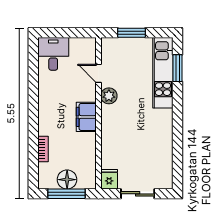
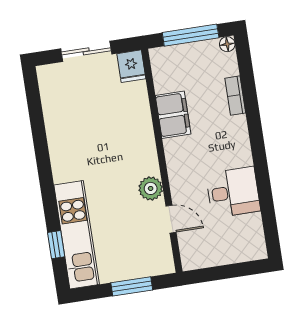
desk: (53, 54) -> (233, 192), moved, turned -90
window: (178, 68) -> (56, 245), width x0.67
filing cabinet: (86, 117) -> (173, 115), moved
floor lamp: (67, 180) -> (227, 44), moved, width x0.53, depth x0.53

